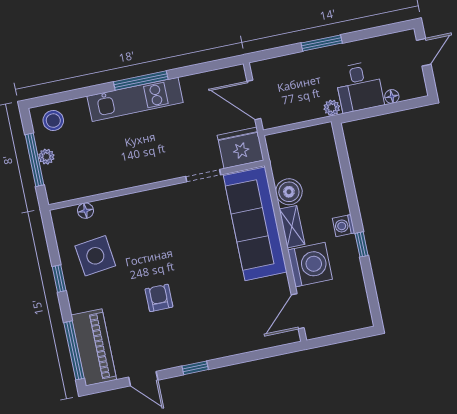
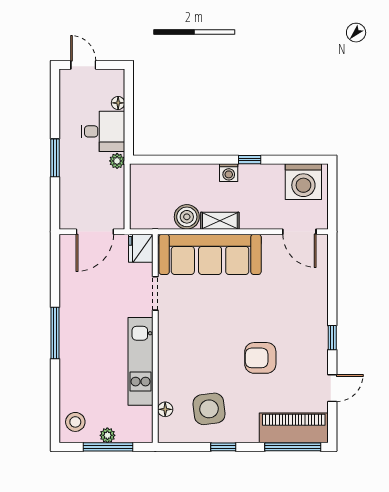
kitchen unit: (135, 99) -> (141, 361), moved, turned 180
fridge: (241, 148) -> (141, 248), width x0.73, depth x0.75
washing machine: (310, 265) -> (303, 182), moved, turned 180
armchair: (159, 298) -> (260, 358), width x1.38, depth x1.38

